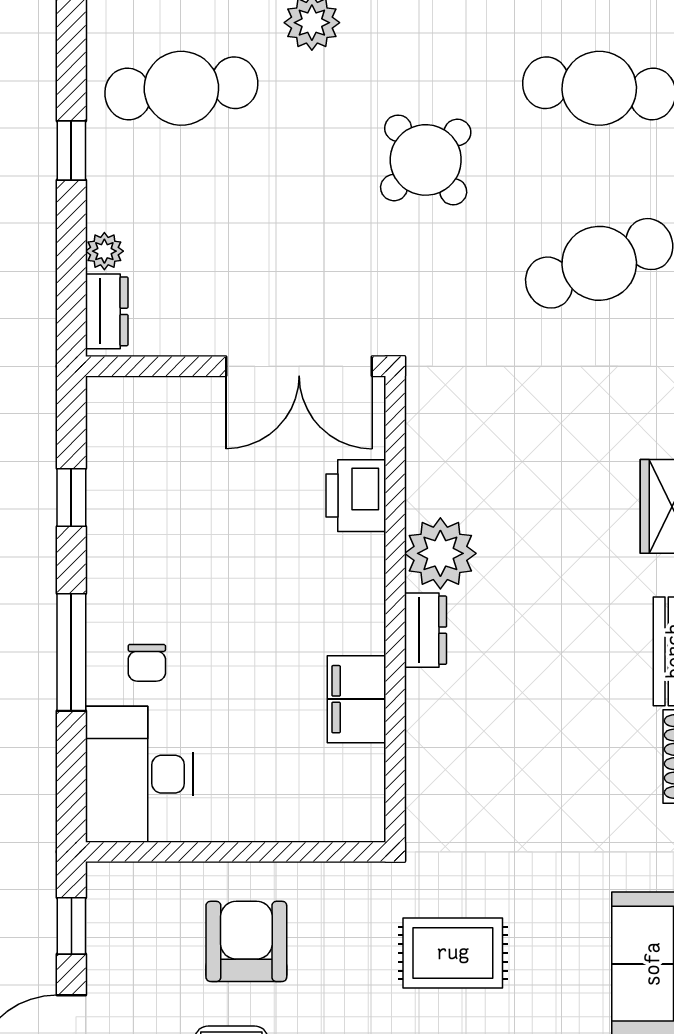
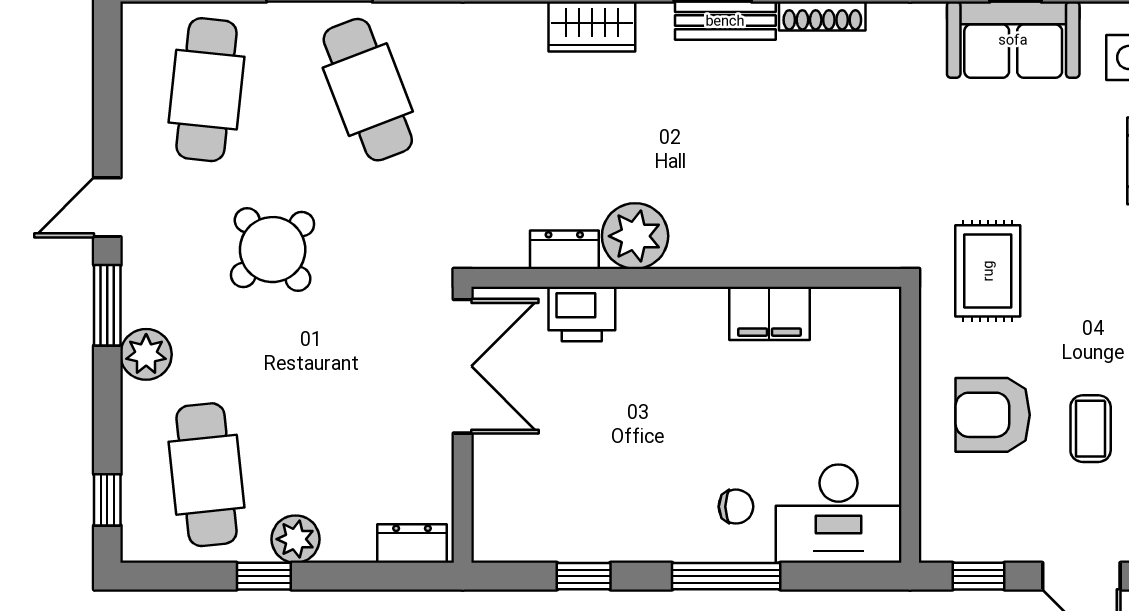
plant: (104, 251) -> (295, 539), moved, width x1.38, depth x1.38
dresser: (425, 630) -> (564, 250), moved
rug: (453, 953) -> (988, 271), moved

